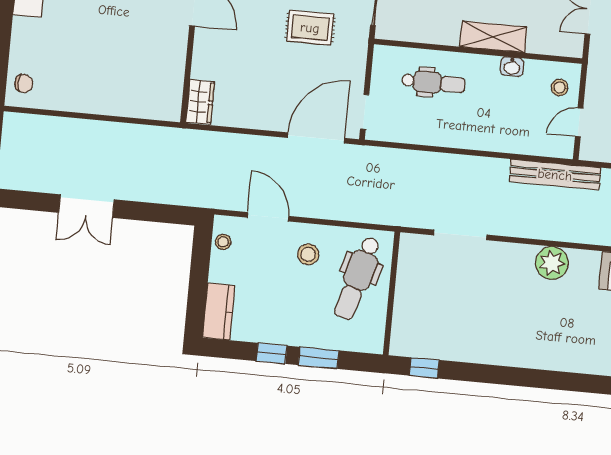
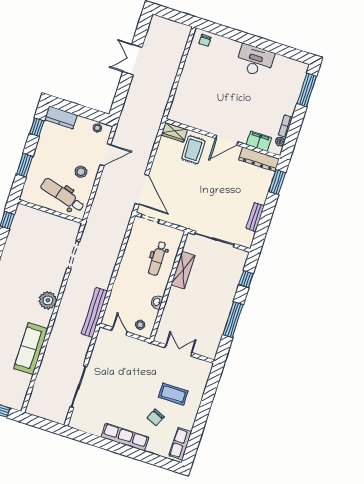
rug: (310, 28) -> (193, 150), moved
shelving: (494, 37) -> (183, 270), moved
window: (272, 353) -> (37, 127), moved

